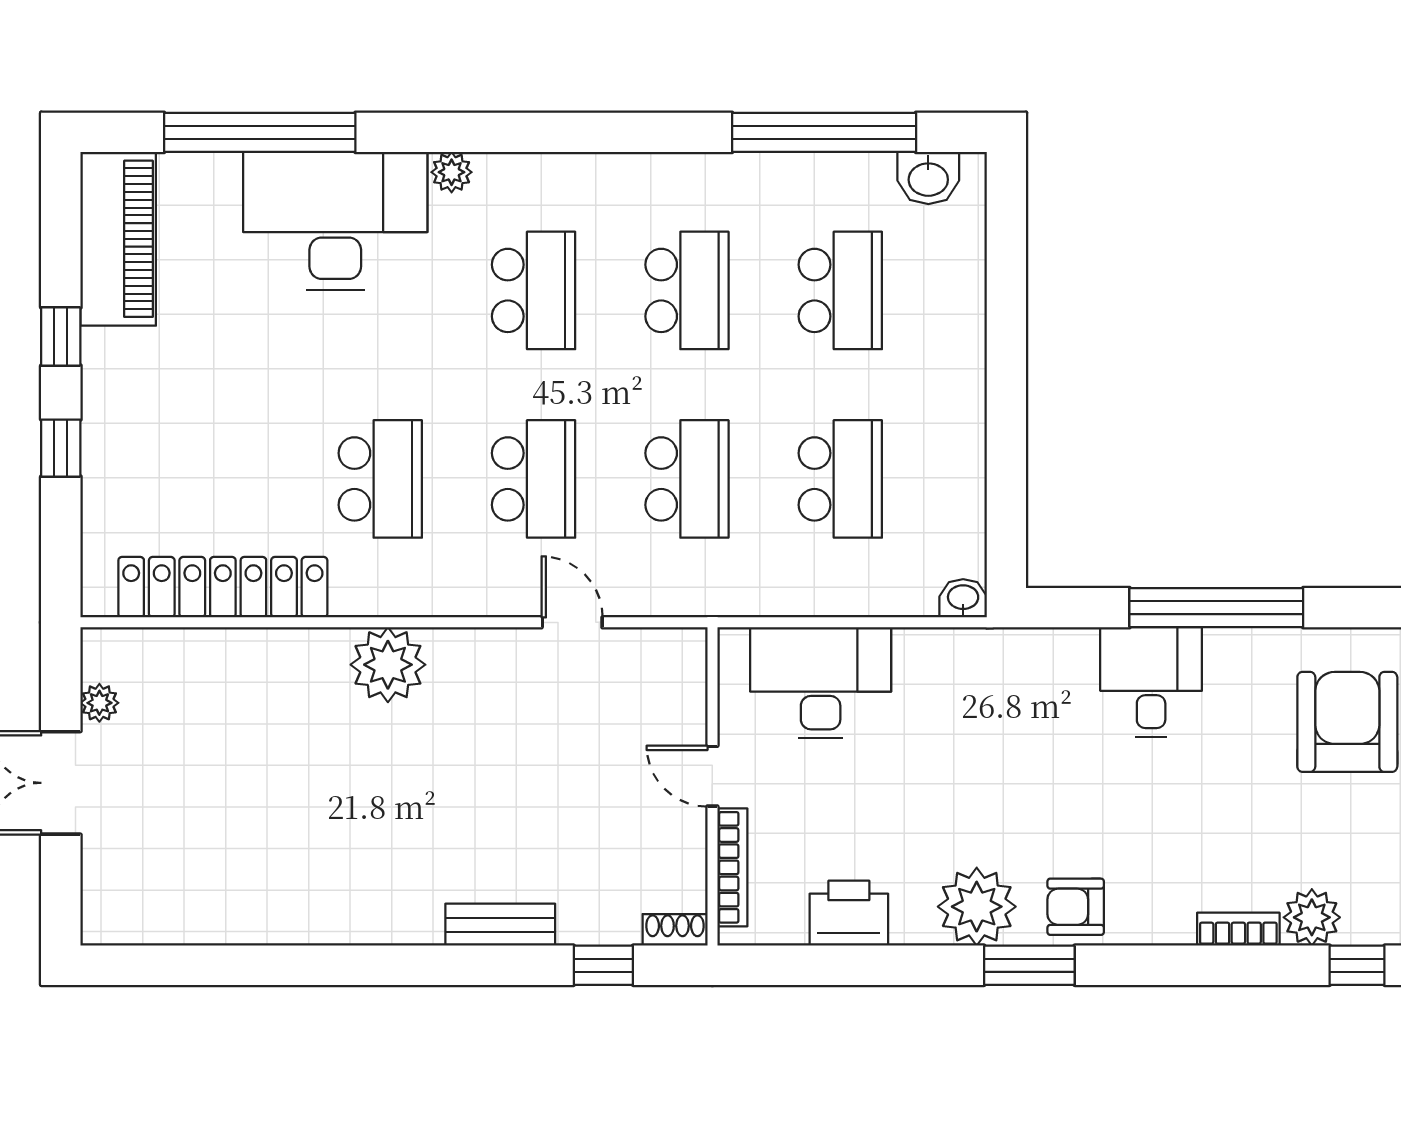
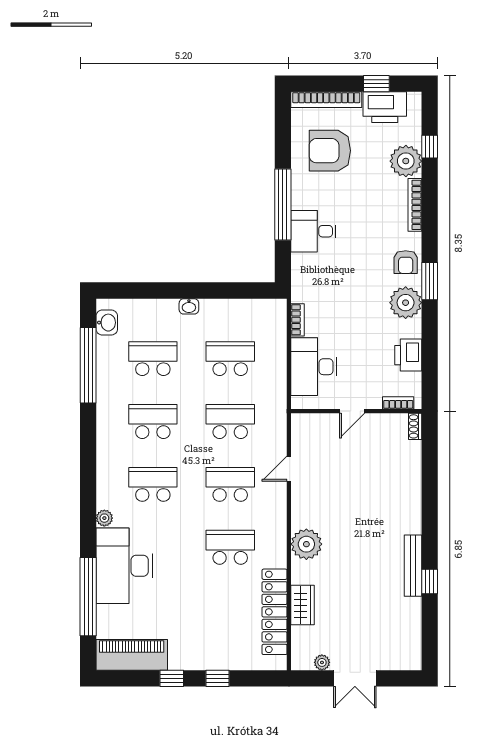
washbasin: (963, 598) -> (189, 306), moved, turned -90
bookcase: (935, 643) -> (298, 320), added
wardrobe: (239, 655) -> (303, 605), added
bookcase: (732, 867) -> (398, 403), width x0.64
plant: (1312, 917) -> (406, 161), width x1.36, depth x1.36
bench: (500, 925) -> (413, 566), moved, width x1.36
bookcase: (1238, 929) -> (415, 205), width x1.56
window: (603, 965) -> (430, 582), moved

